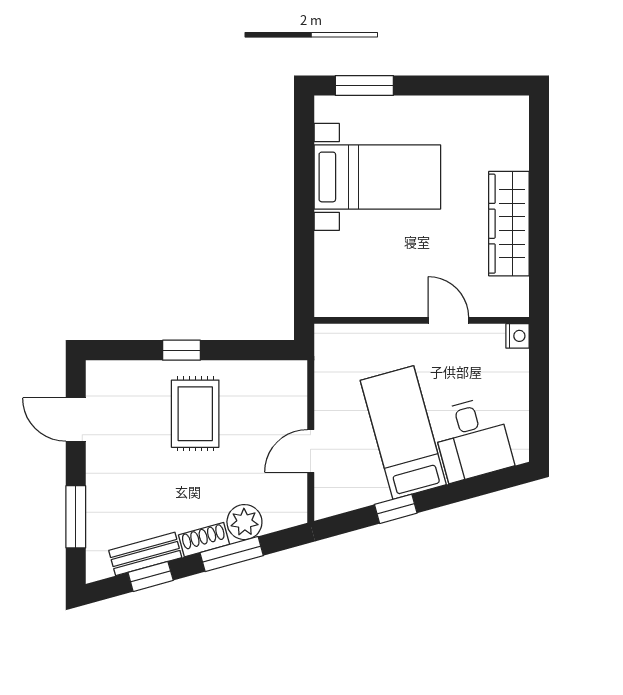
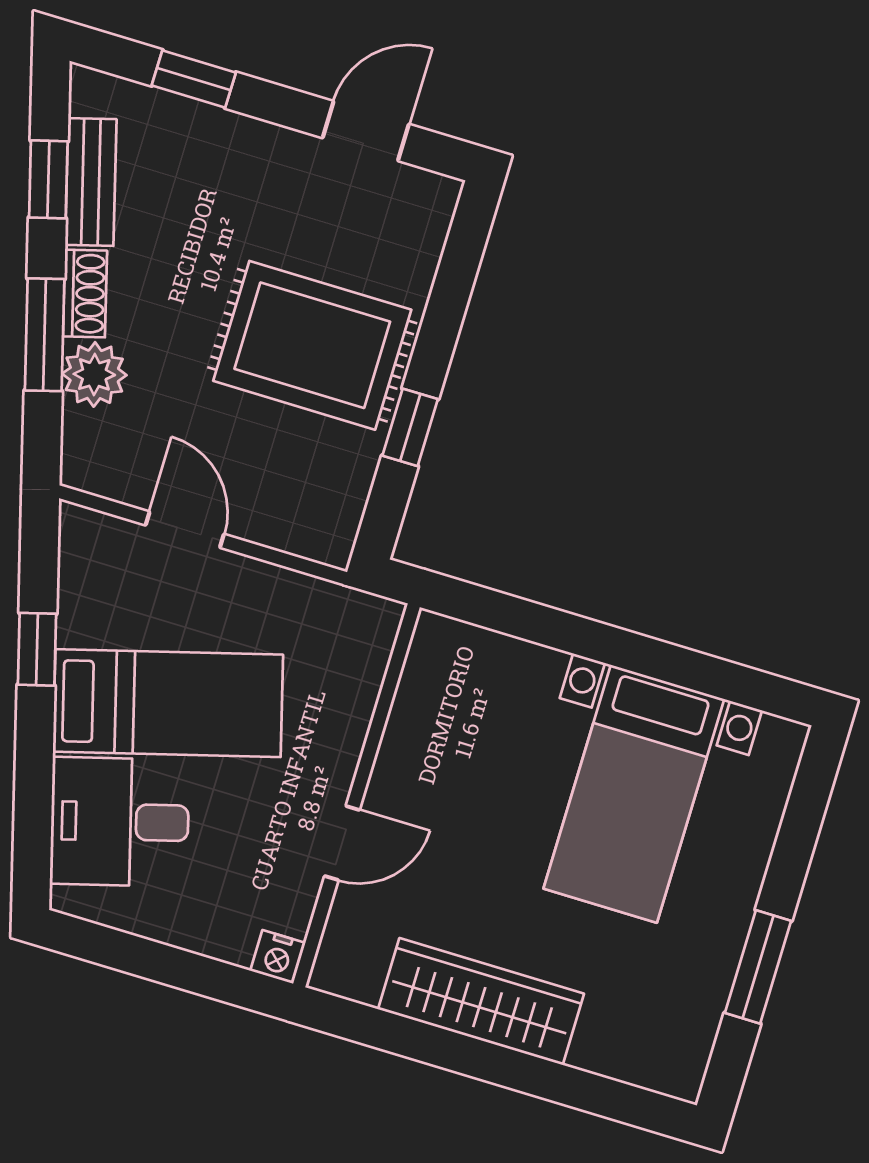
window: (364, 86) -> (758, 967), moved
window: (181, 350) -> (410, 427), moved
rug: (195, 414) -> (312, 345), width x1.36, depth x1.43
window: (76, 517) -> (194, 79), width x0.67

